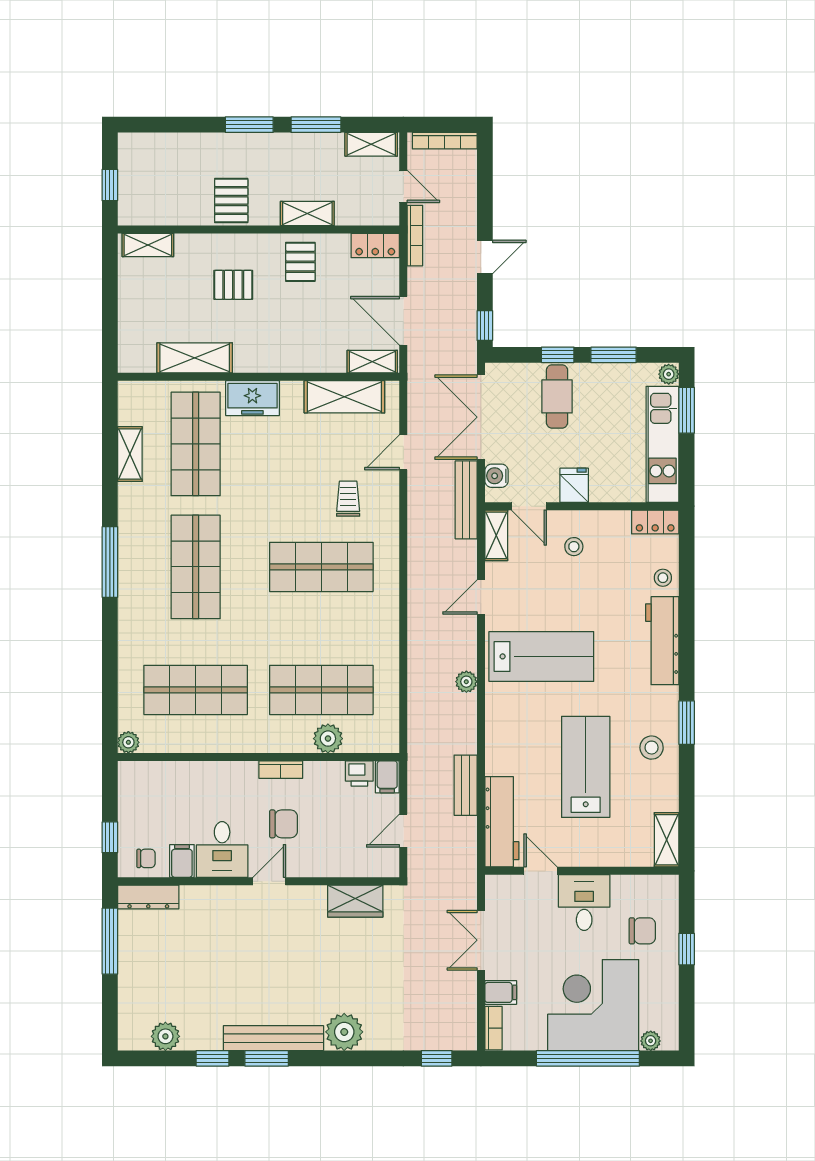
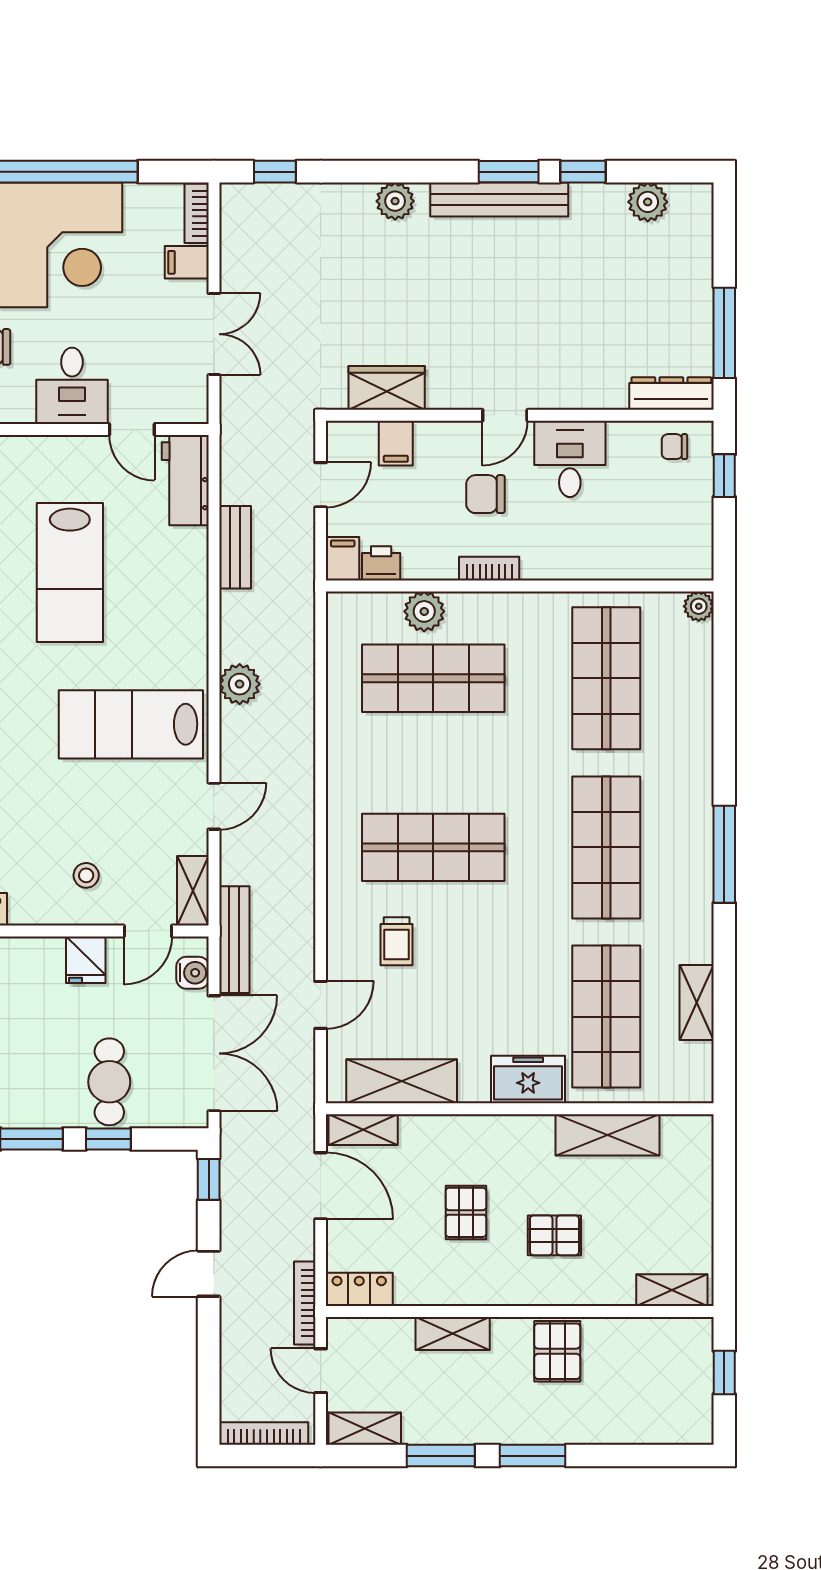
pallet: (300, 262) -> (466, 1212), moved
door: (529, 506) -> (148, 931), swing flipped
plant: (466, 682) -> (240, 684), width x1.38, depth x1.38
shop shelf: (196, 690) -> (606, 678), turned 90
workbench: (502, 822) -> (185, 480), width x0.73
filing cabinet: (182, 861) -> (396, 443), moved
plant: (344, 1032) -> (395, 201), width x0.73, depth x0.73

